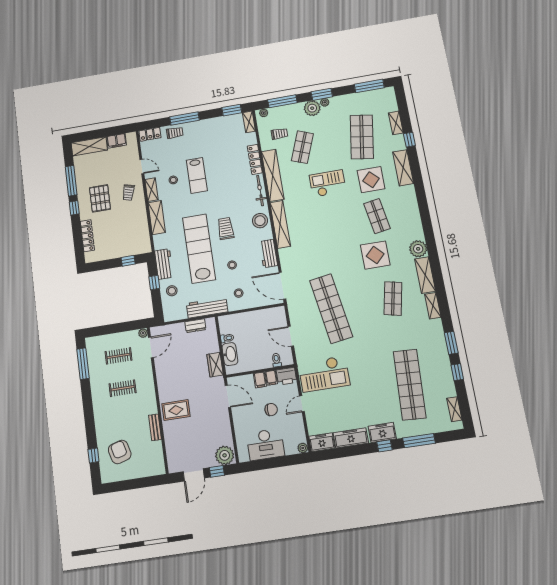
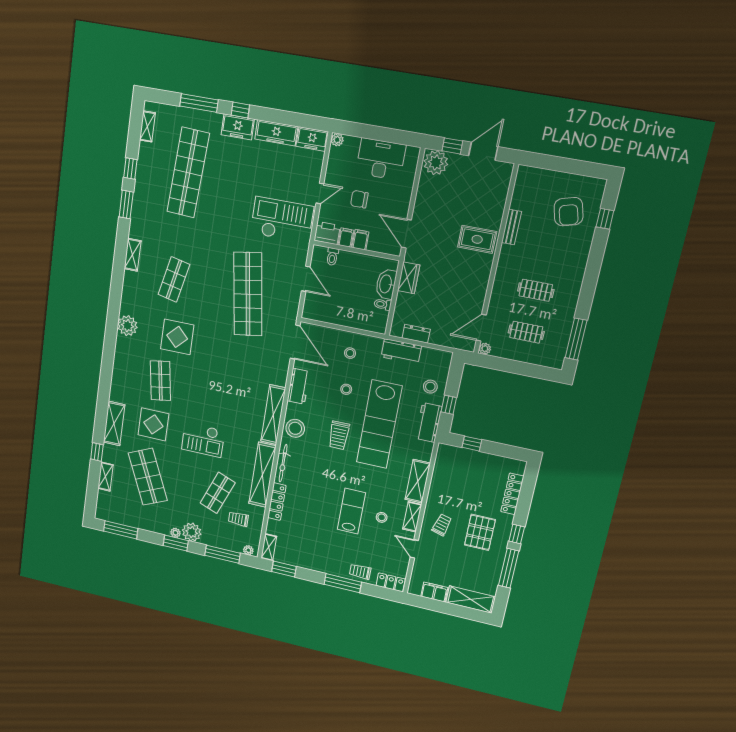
shop shelf: (362, 137) -> (148, 477), turned -33
shelving: (425, 275) -> (130, 293), removed
workbench: (207, 308) -> (401, 351), width x0.73

